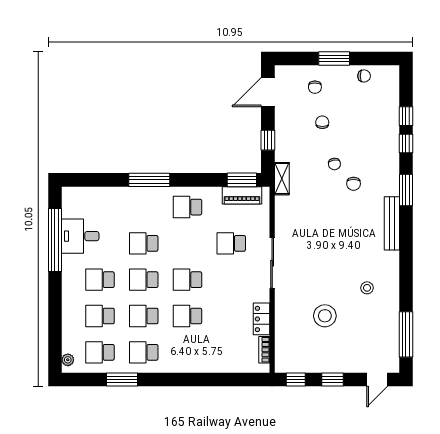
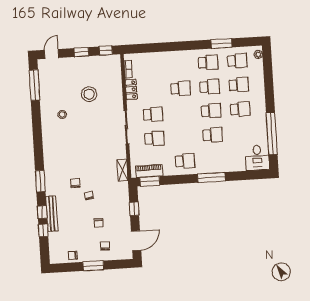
shelving: (282, 179) -> (122, 170), moved
bench: (392, 223) -> (52, 214), moved
desk: (80, 236) -> (257, 158), moved, turned 90
school desk: (187, 280) -> (153, 114), moved

